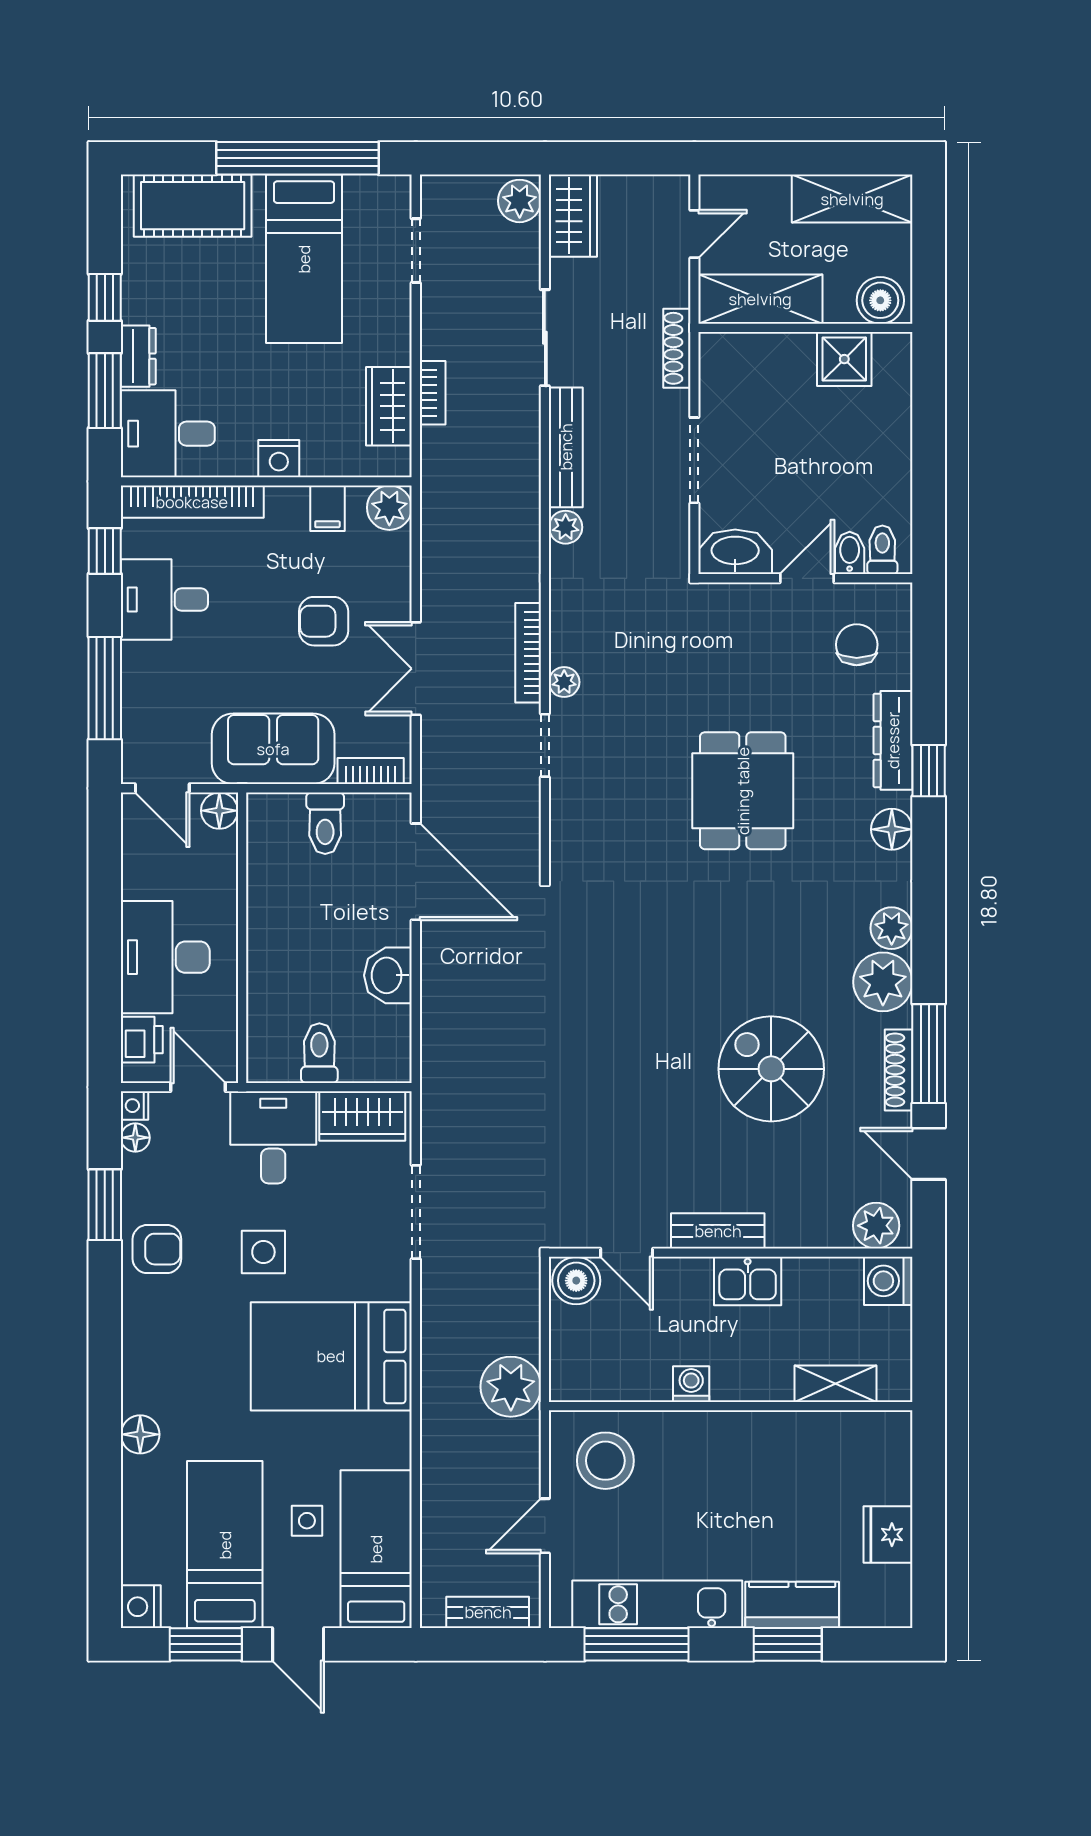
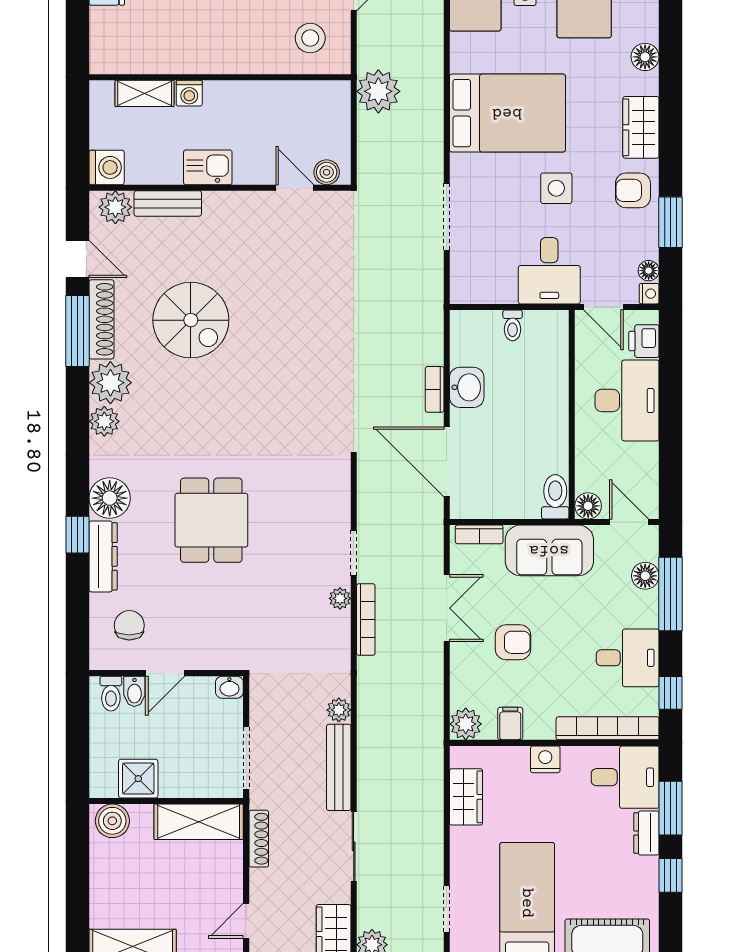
shelving: (760, 299) -> (199, 822), moved
boiler: (880, 300) -> (112, 821), moved
wall: (805, 328) -> (166, 801), moved
shower: (844, 359) -> (138, 779), moved
bookcase: (433, 393) -> (435, 389), moved
washbasin: (735, 552) -> (229, 687), width x0.52, depth x0.69
chair: (857, 645) -> (129, 625), turned 180
floor lamp: (140, 714) -> (645, 576), added
toilet: (325, 823) -> (555, 497), moved
floor lamp: (892, 829) -> (110, 498), width x1.38, depth x1.38
toilet: (319, 1053) -> (513, 325), width x0.73, depth x0.72
shoe rack: (899, 1070) -> (101, 319), width x1.36, depth x1.24
wardrobe: (362, 1116) -> (641, 127), moved, turned -90
bench: (718, 1231) -> (168, 203), moved
boiler: (576, 1281) -> (327, 172), width x0.73, depth x0.73
washing machine: (691, 1384) -> (189, 93), moved
stool: (605, 1461) -> (310, 38), width x0.73, depth x0.73

